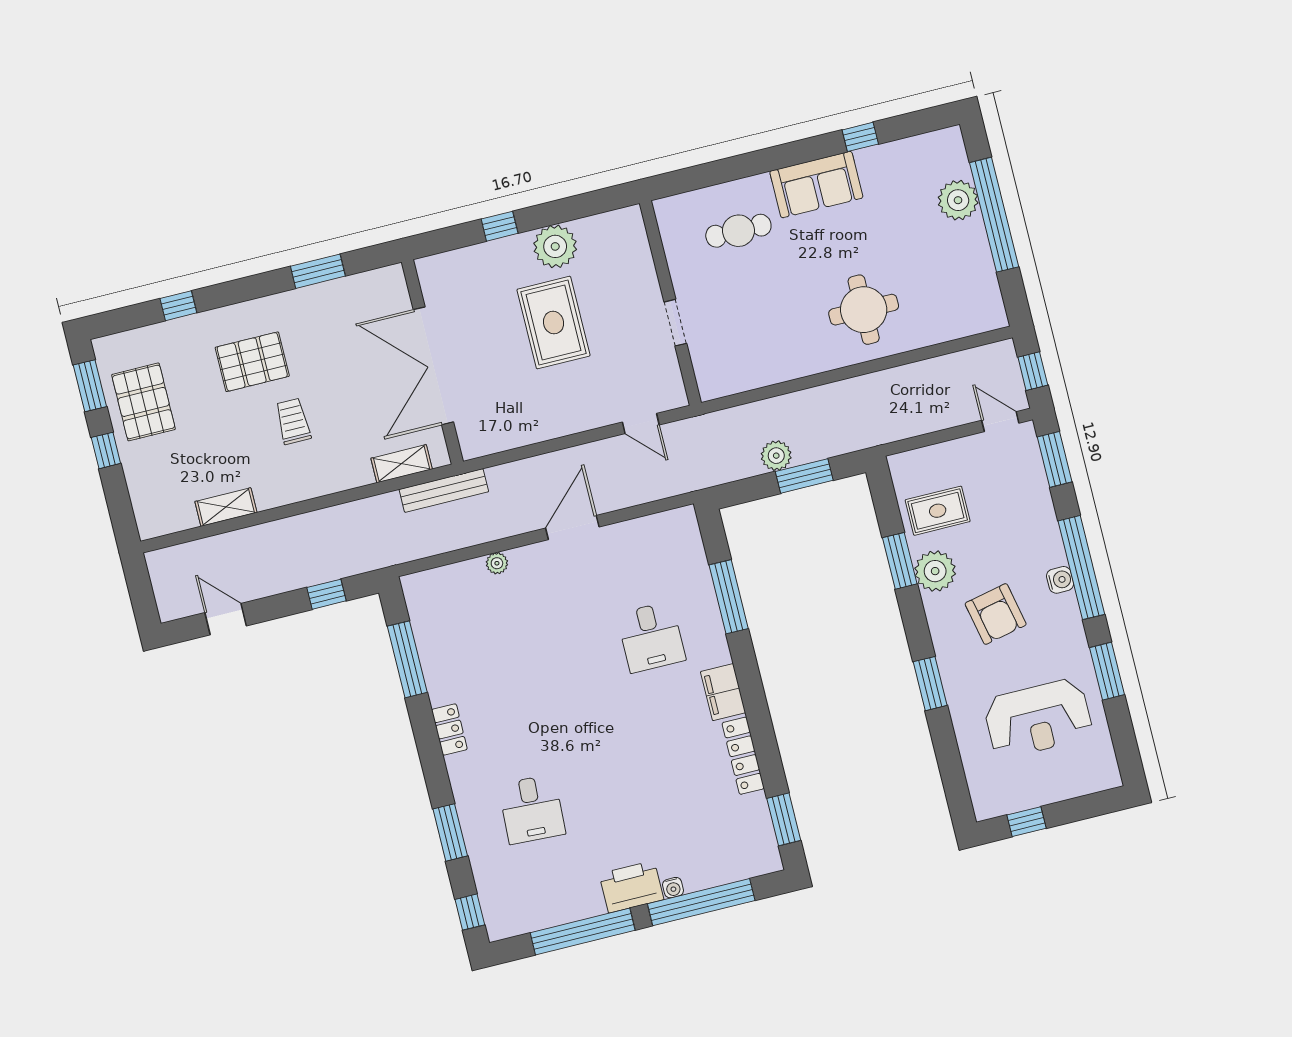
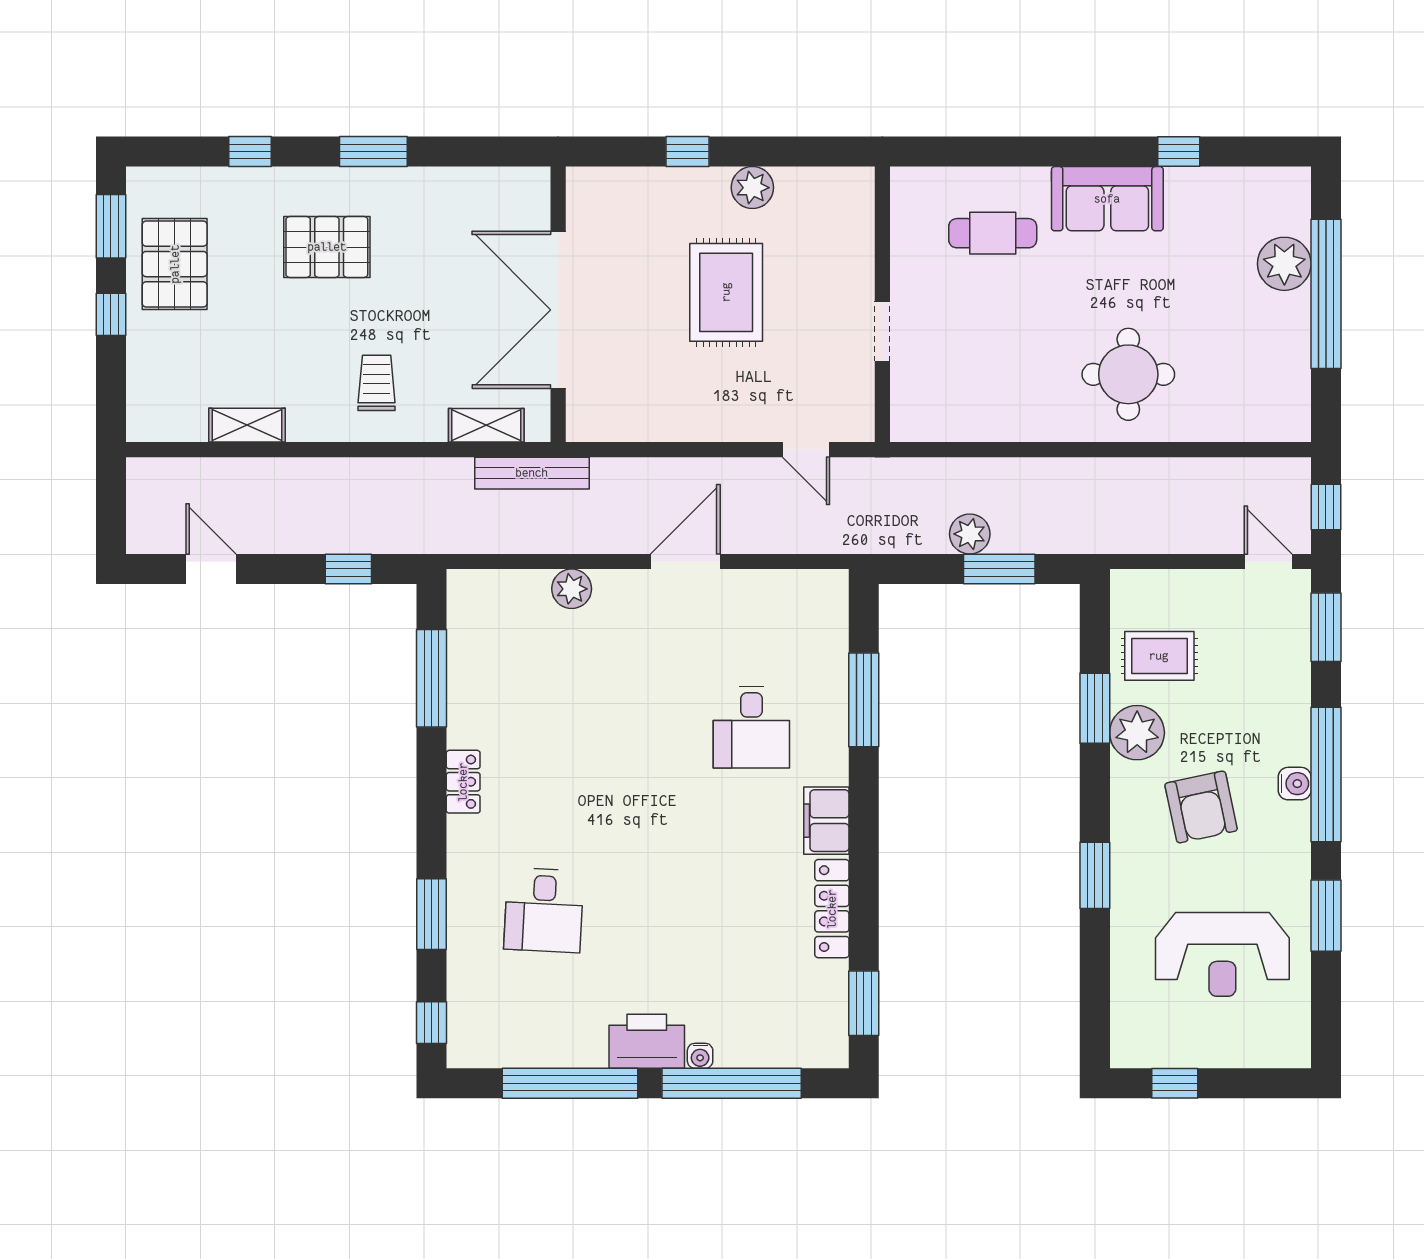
plant: (555, 246) -> (752, 188), width x0.73, depth x0.73
window: (318, 271) -> (373, 152), moved
trolley: (293, 421) -> (377, 383), moved
plant: (497, 563) -> (572, 589), width x1.38, depth x1.38

